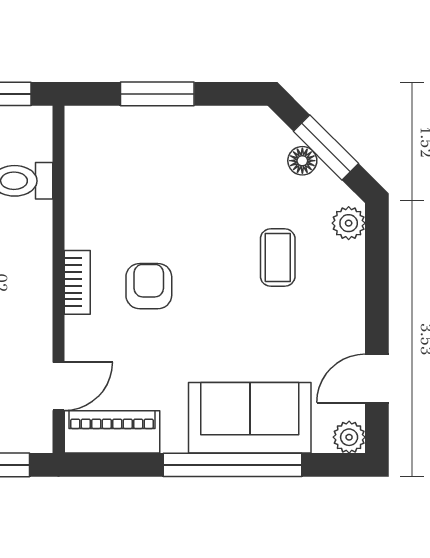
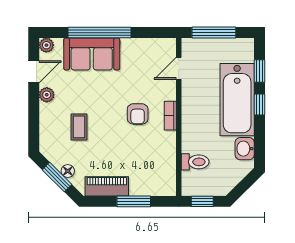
plant: (349, 223) -> (47, 95), moved
piano: (112, 432) -> (107, 186), moved, turned 180

